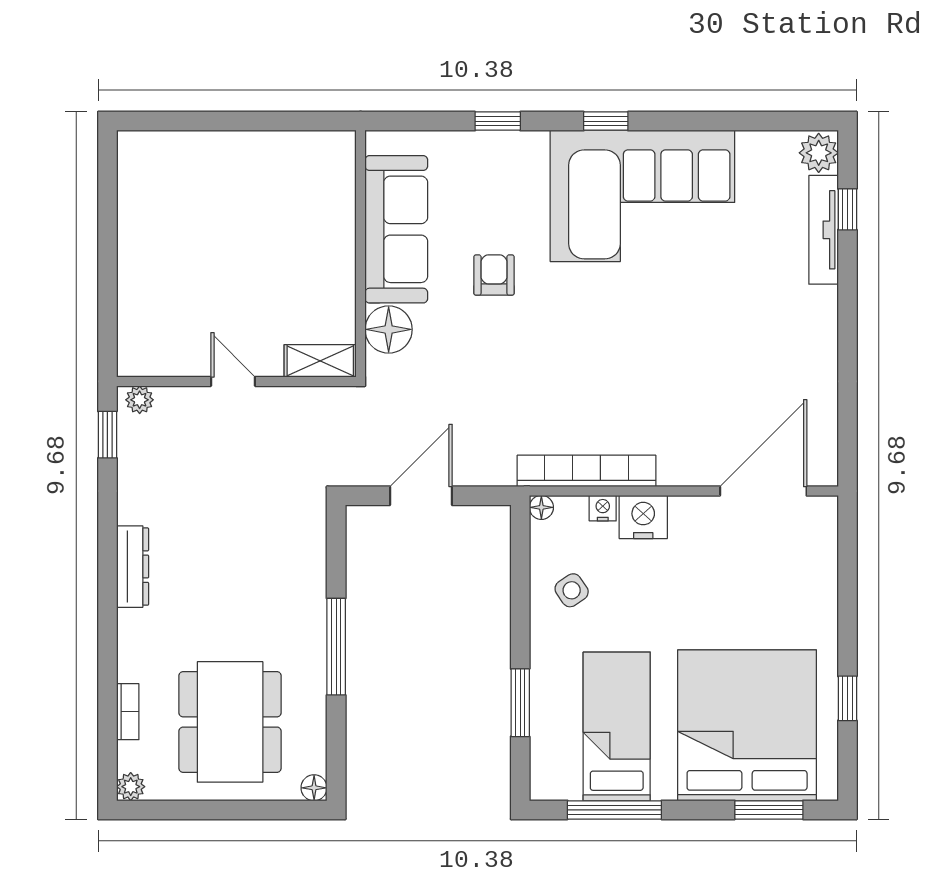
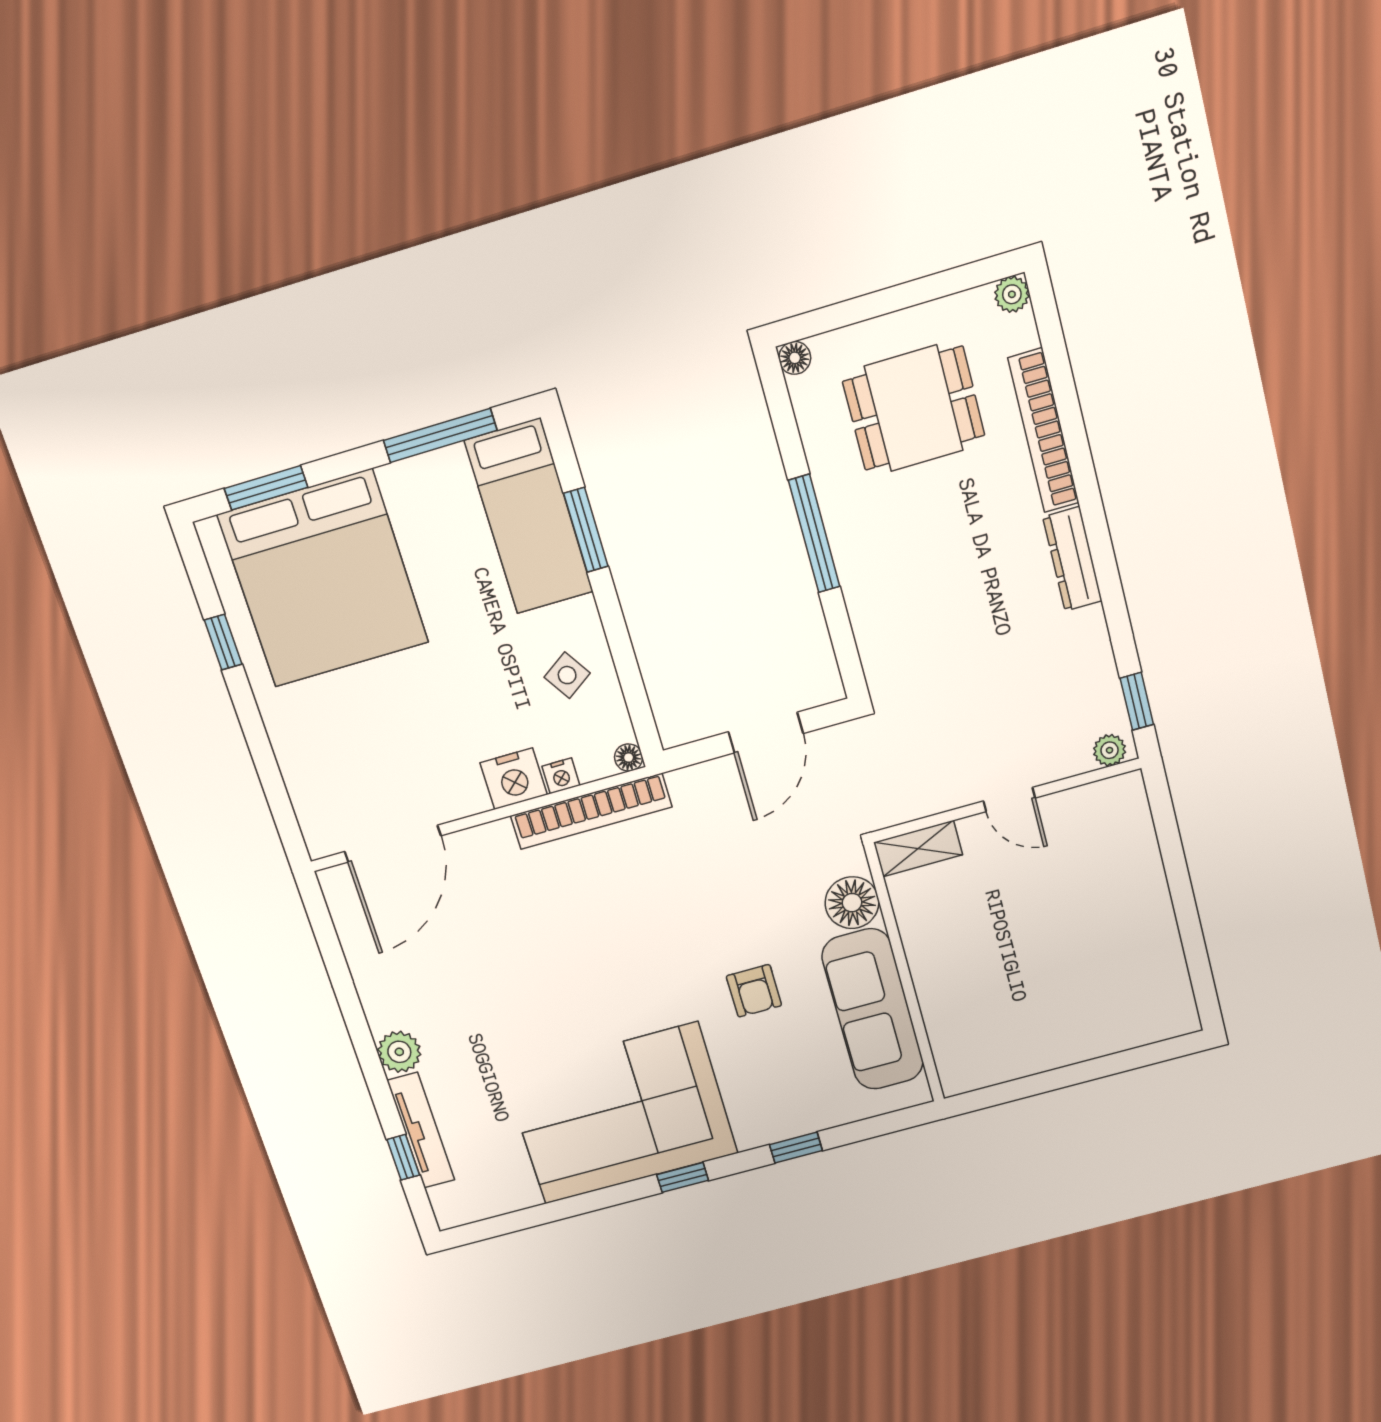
plant: (819, 153) -> (399, 1052), moved
bookcase: (128, 712) -> (1044, 431), width x2.31, depth x1.31
dining table: (230, 722) -> (914, 408), width x0.73
bed: (617, 726) -> (529, 517), moved

